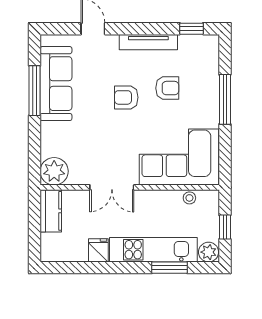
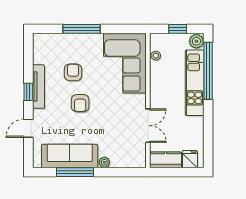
window: (191, 29) -> (28, 92), moved
plant: (54, 171) -> (104, 162), moved, width x0.53, depth x0.53
double door: (112, 187) -> (148, 126), moved
fridge: (98, 250) -> (190, 159), moved, turned 90
window: (169, 268) -> (208, 71), width x2.11

